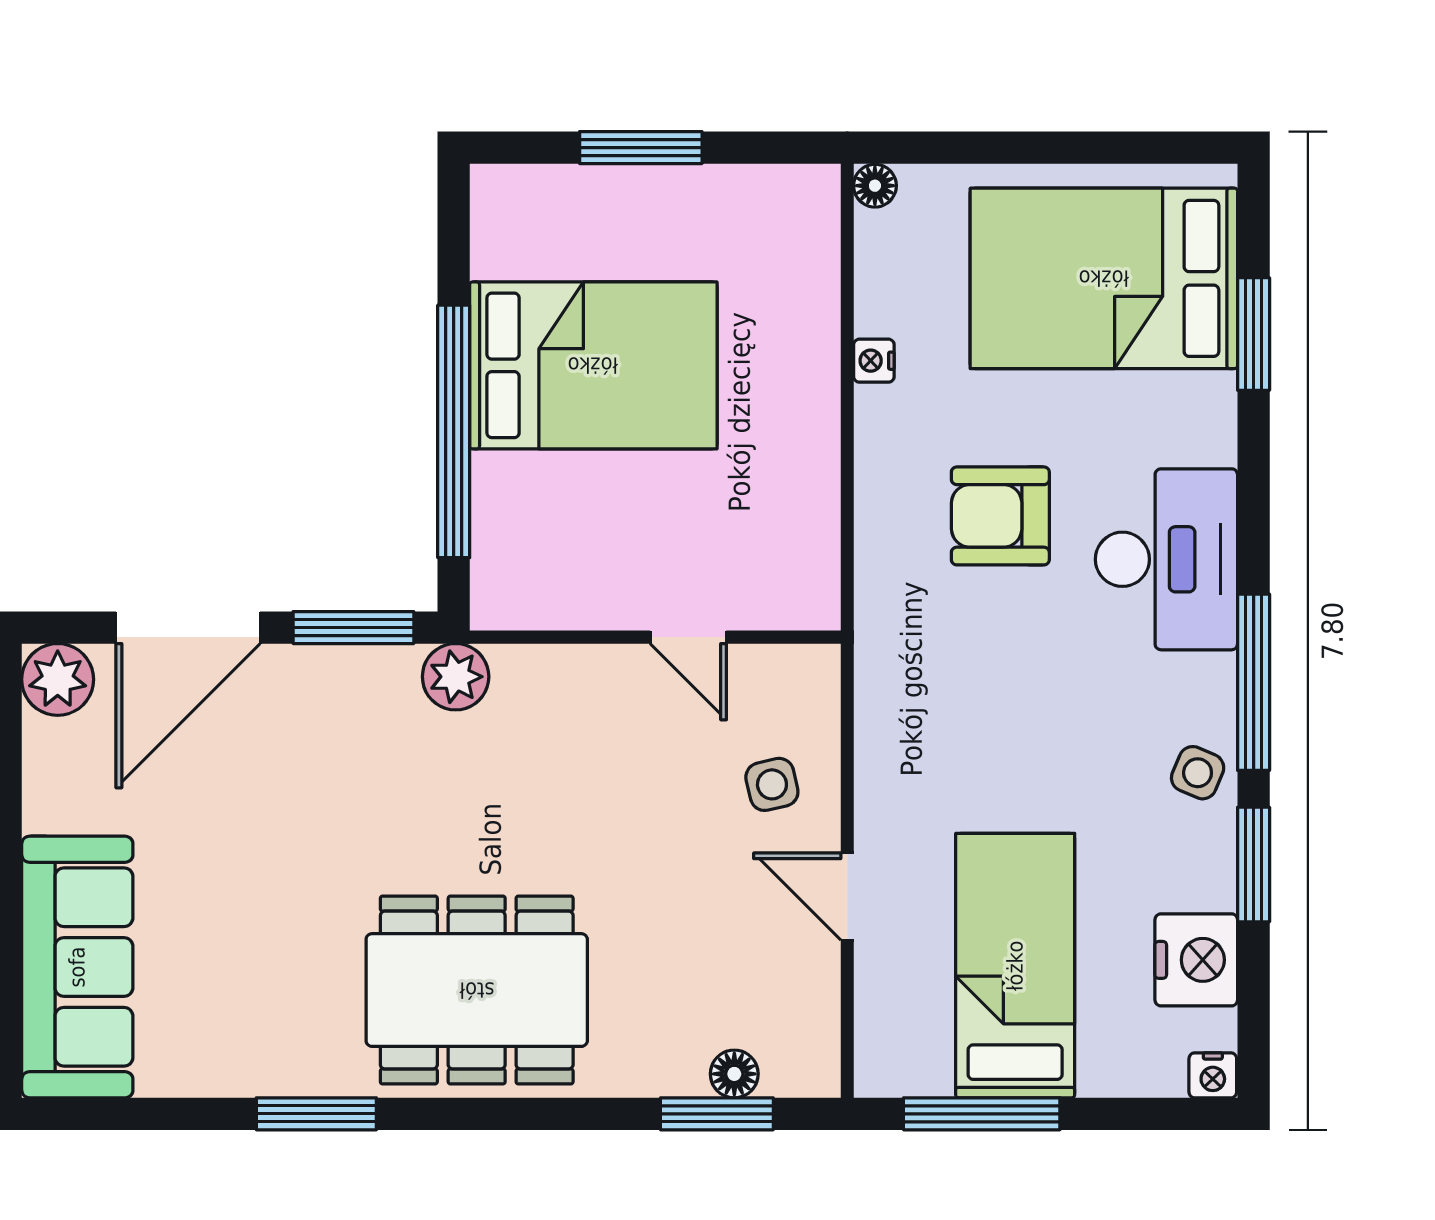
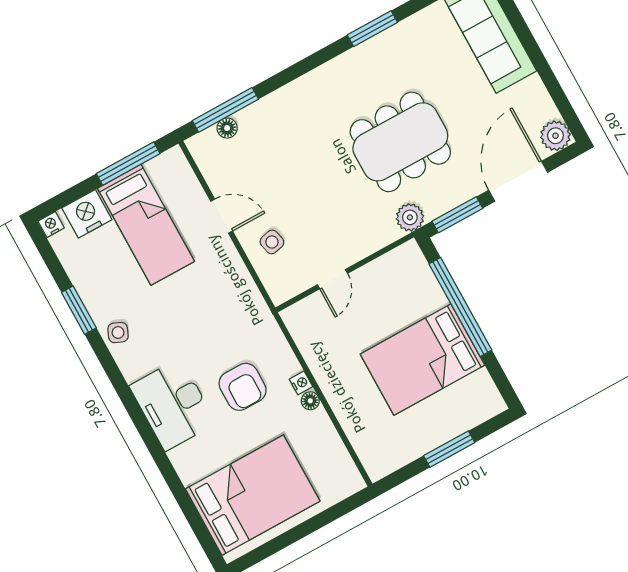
floor lamp: (875, 186) -> (310, 401), moved
window: (1254, 334) -> (186, 505), removed
nightstand: (874, 361) -> (301, 383), moved
armchair: (1000, 516) -> (243, 387), turned 90
door: (688, 637) -> (332, 279), swing flipped
window: (1254, 682) -> (116, 377), removed
nightstand: (1196, 960) -> (87, 214), moved, turned 90
dining table: (477, 990) -> (400, 142), moved
window: (717, 1114) -> (225, 110), width x1.44

